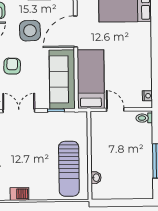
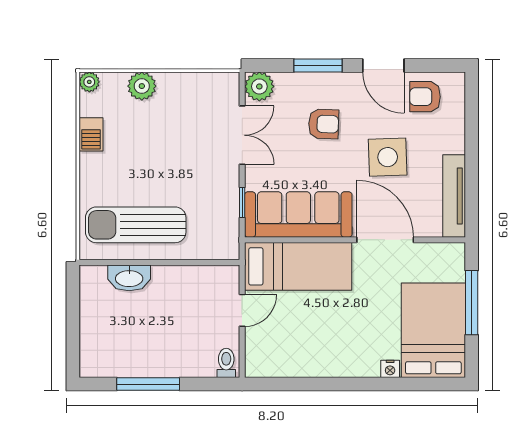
nightstand: (147, 96) -> (390, 369), moved
washbasin: (96, 178) -> (129, 278), width x1.91, depth x1.45

